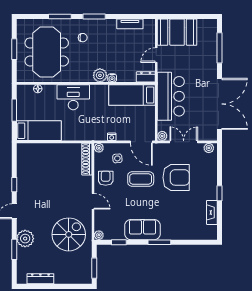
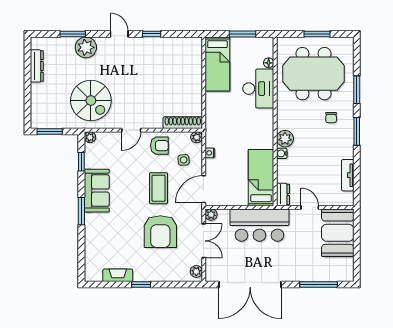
desk: (73, 97) -> (258, 89), moved

